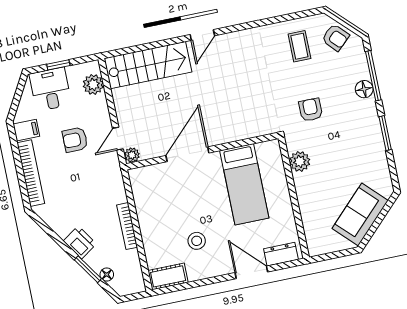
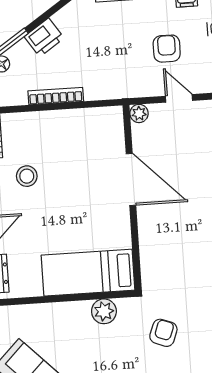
armchair: (311, 110) -> (163, 333), turned -69
door: (118, 139) -> (179, 98), moved
bed: (244, 184) -> (88, 273), moved

